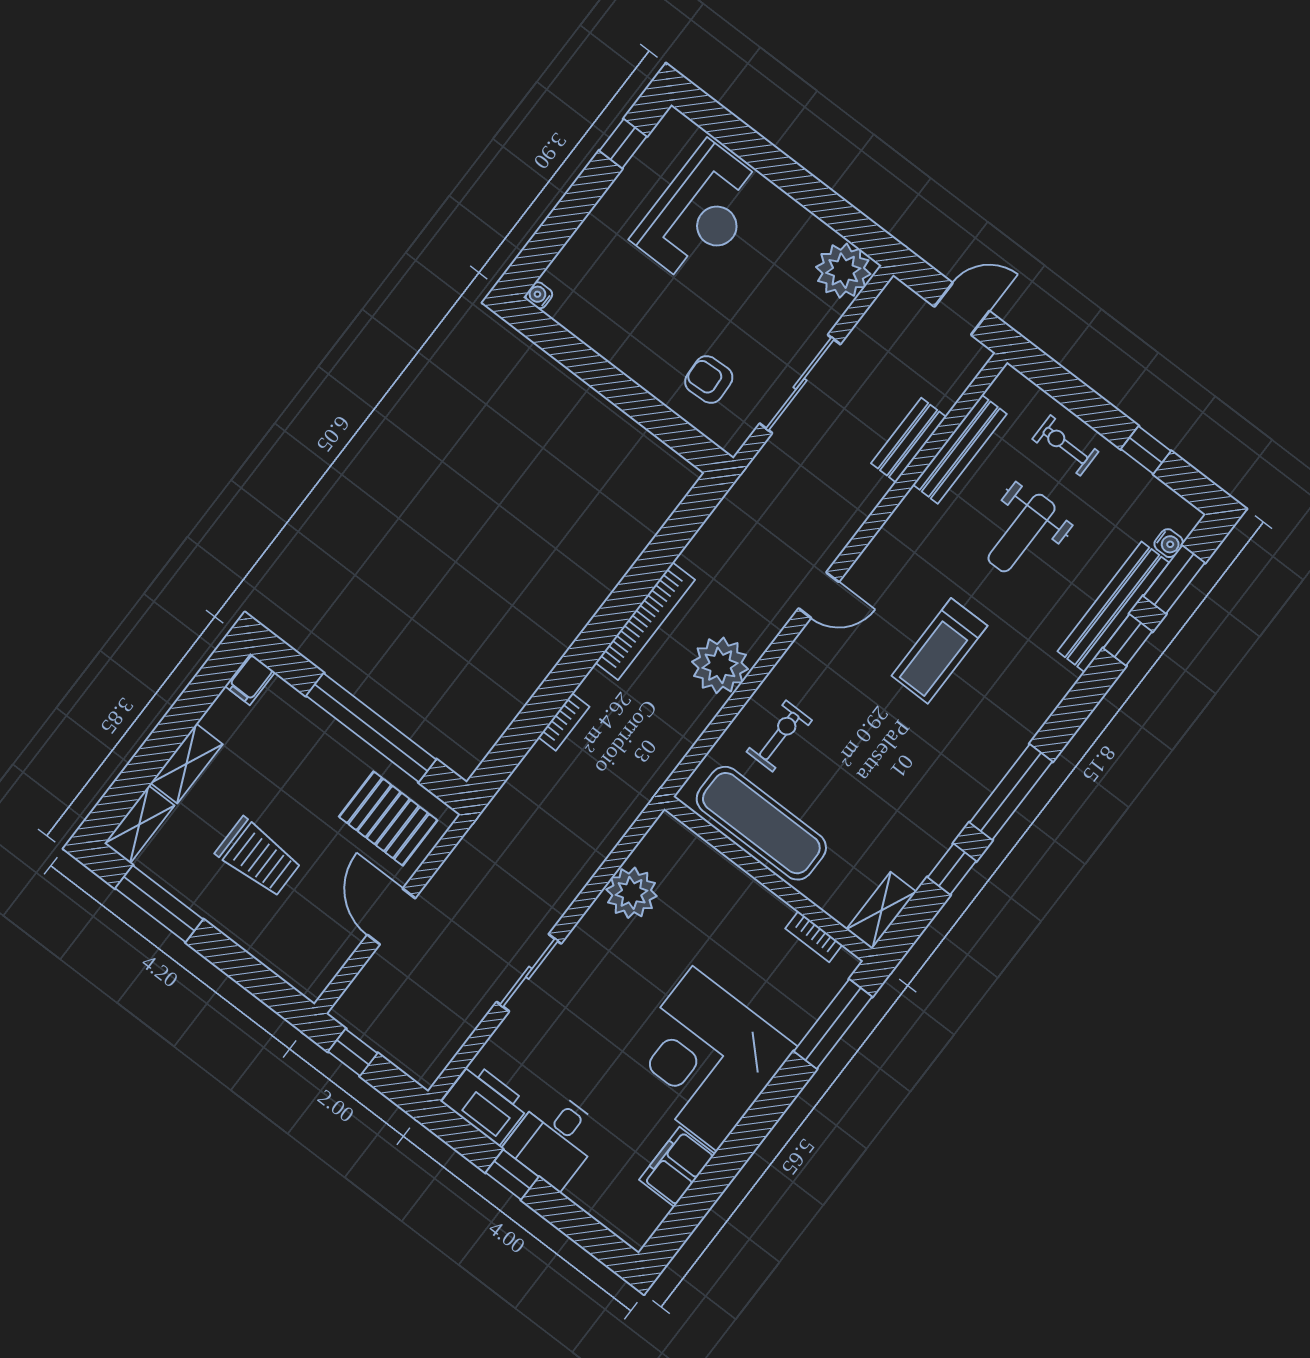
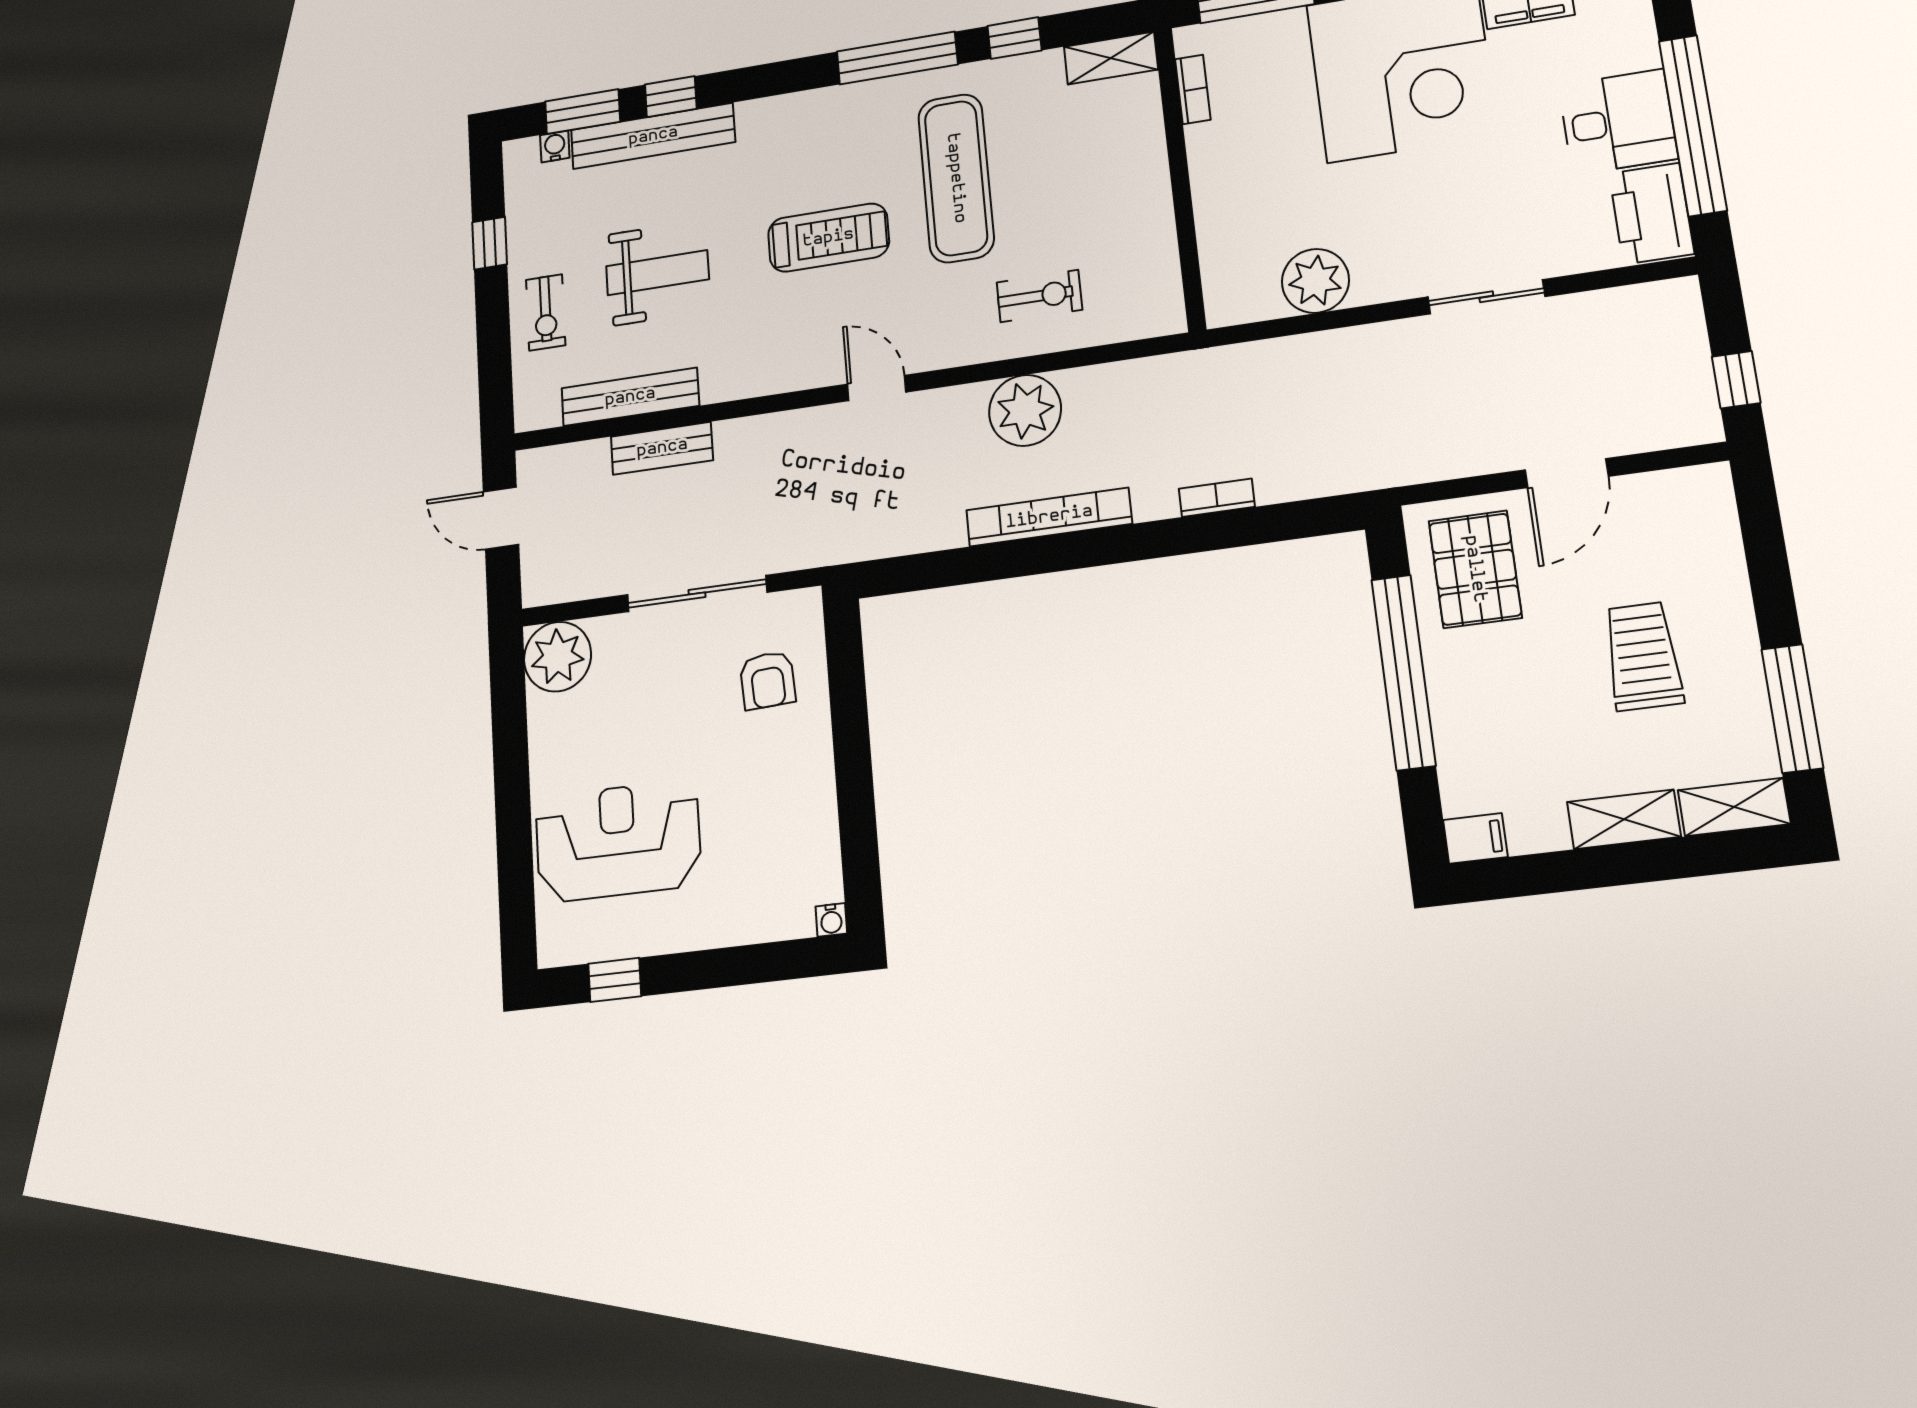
exercise bike: (779, 736) -> (1039, 296), turned 180
exercise mat: (761, 823) -> (956, 178), moved
window: (512, 1175) -> (1693, 125), width x3.17

